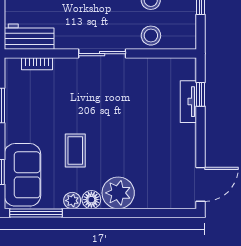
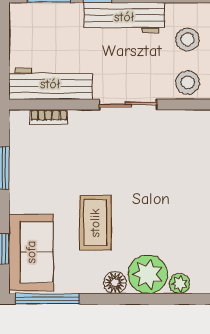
workbench: (29, 37) -> (50, 84), width x1.38
coffee table: (75, 150) -> (95, 223), width x1.36, depth x1.30
plant: (72, 201) -> (179, 284), moved

